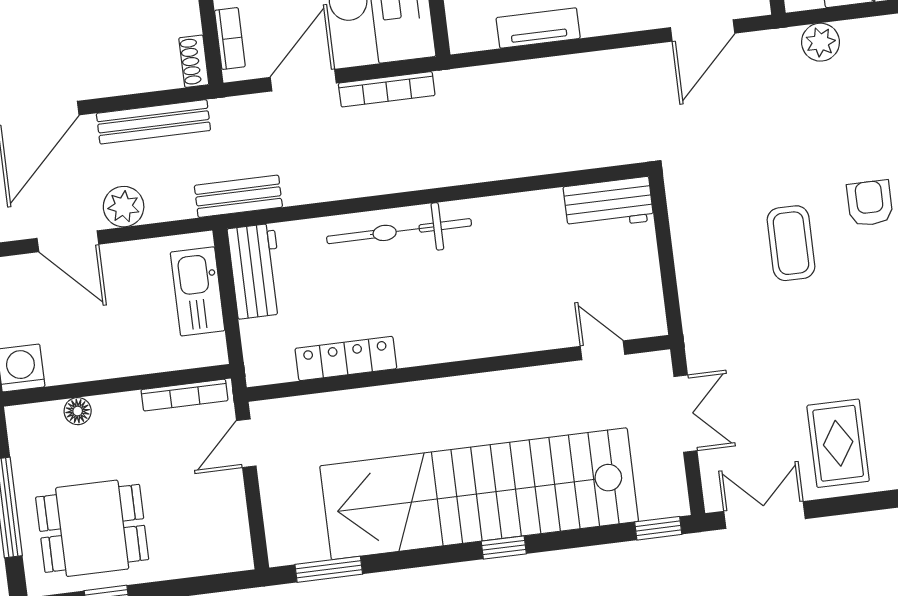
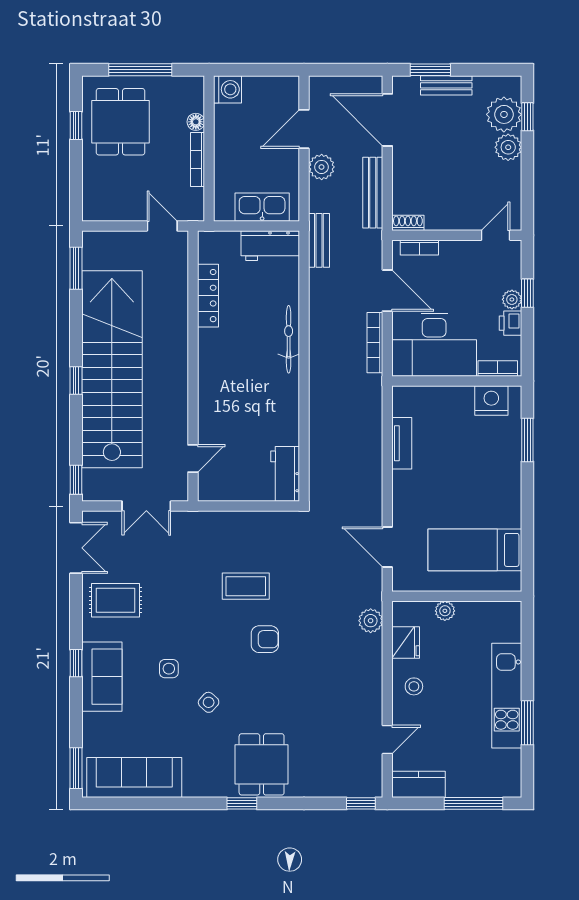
bicycle: (399, 231) -> (289, 339), width x0.73, depth x0.71
bookcase: (185, 395) -> (197, 159), moved

